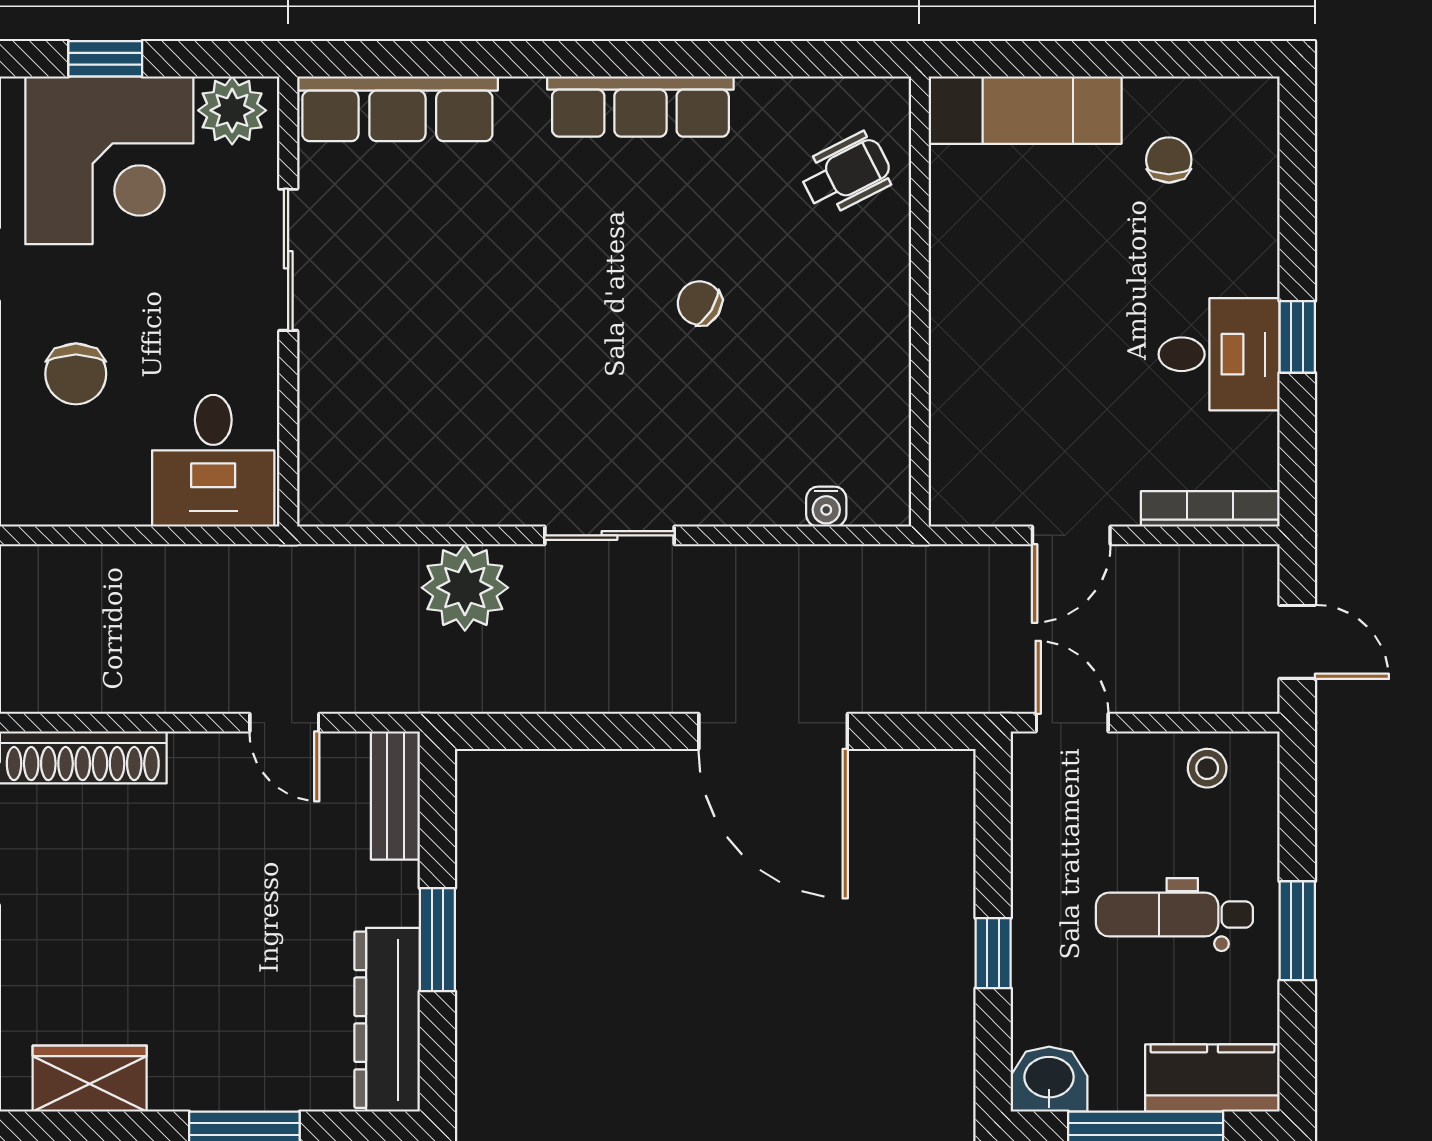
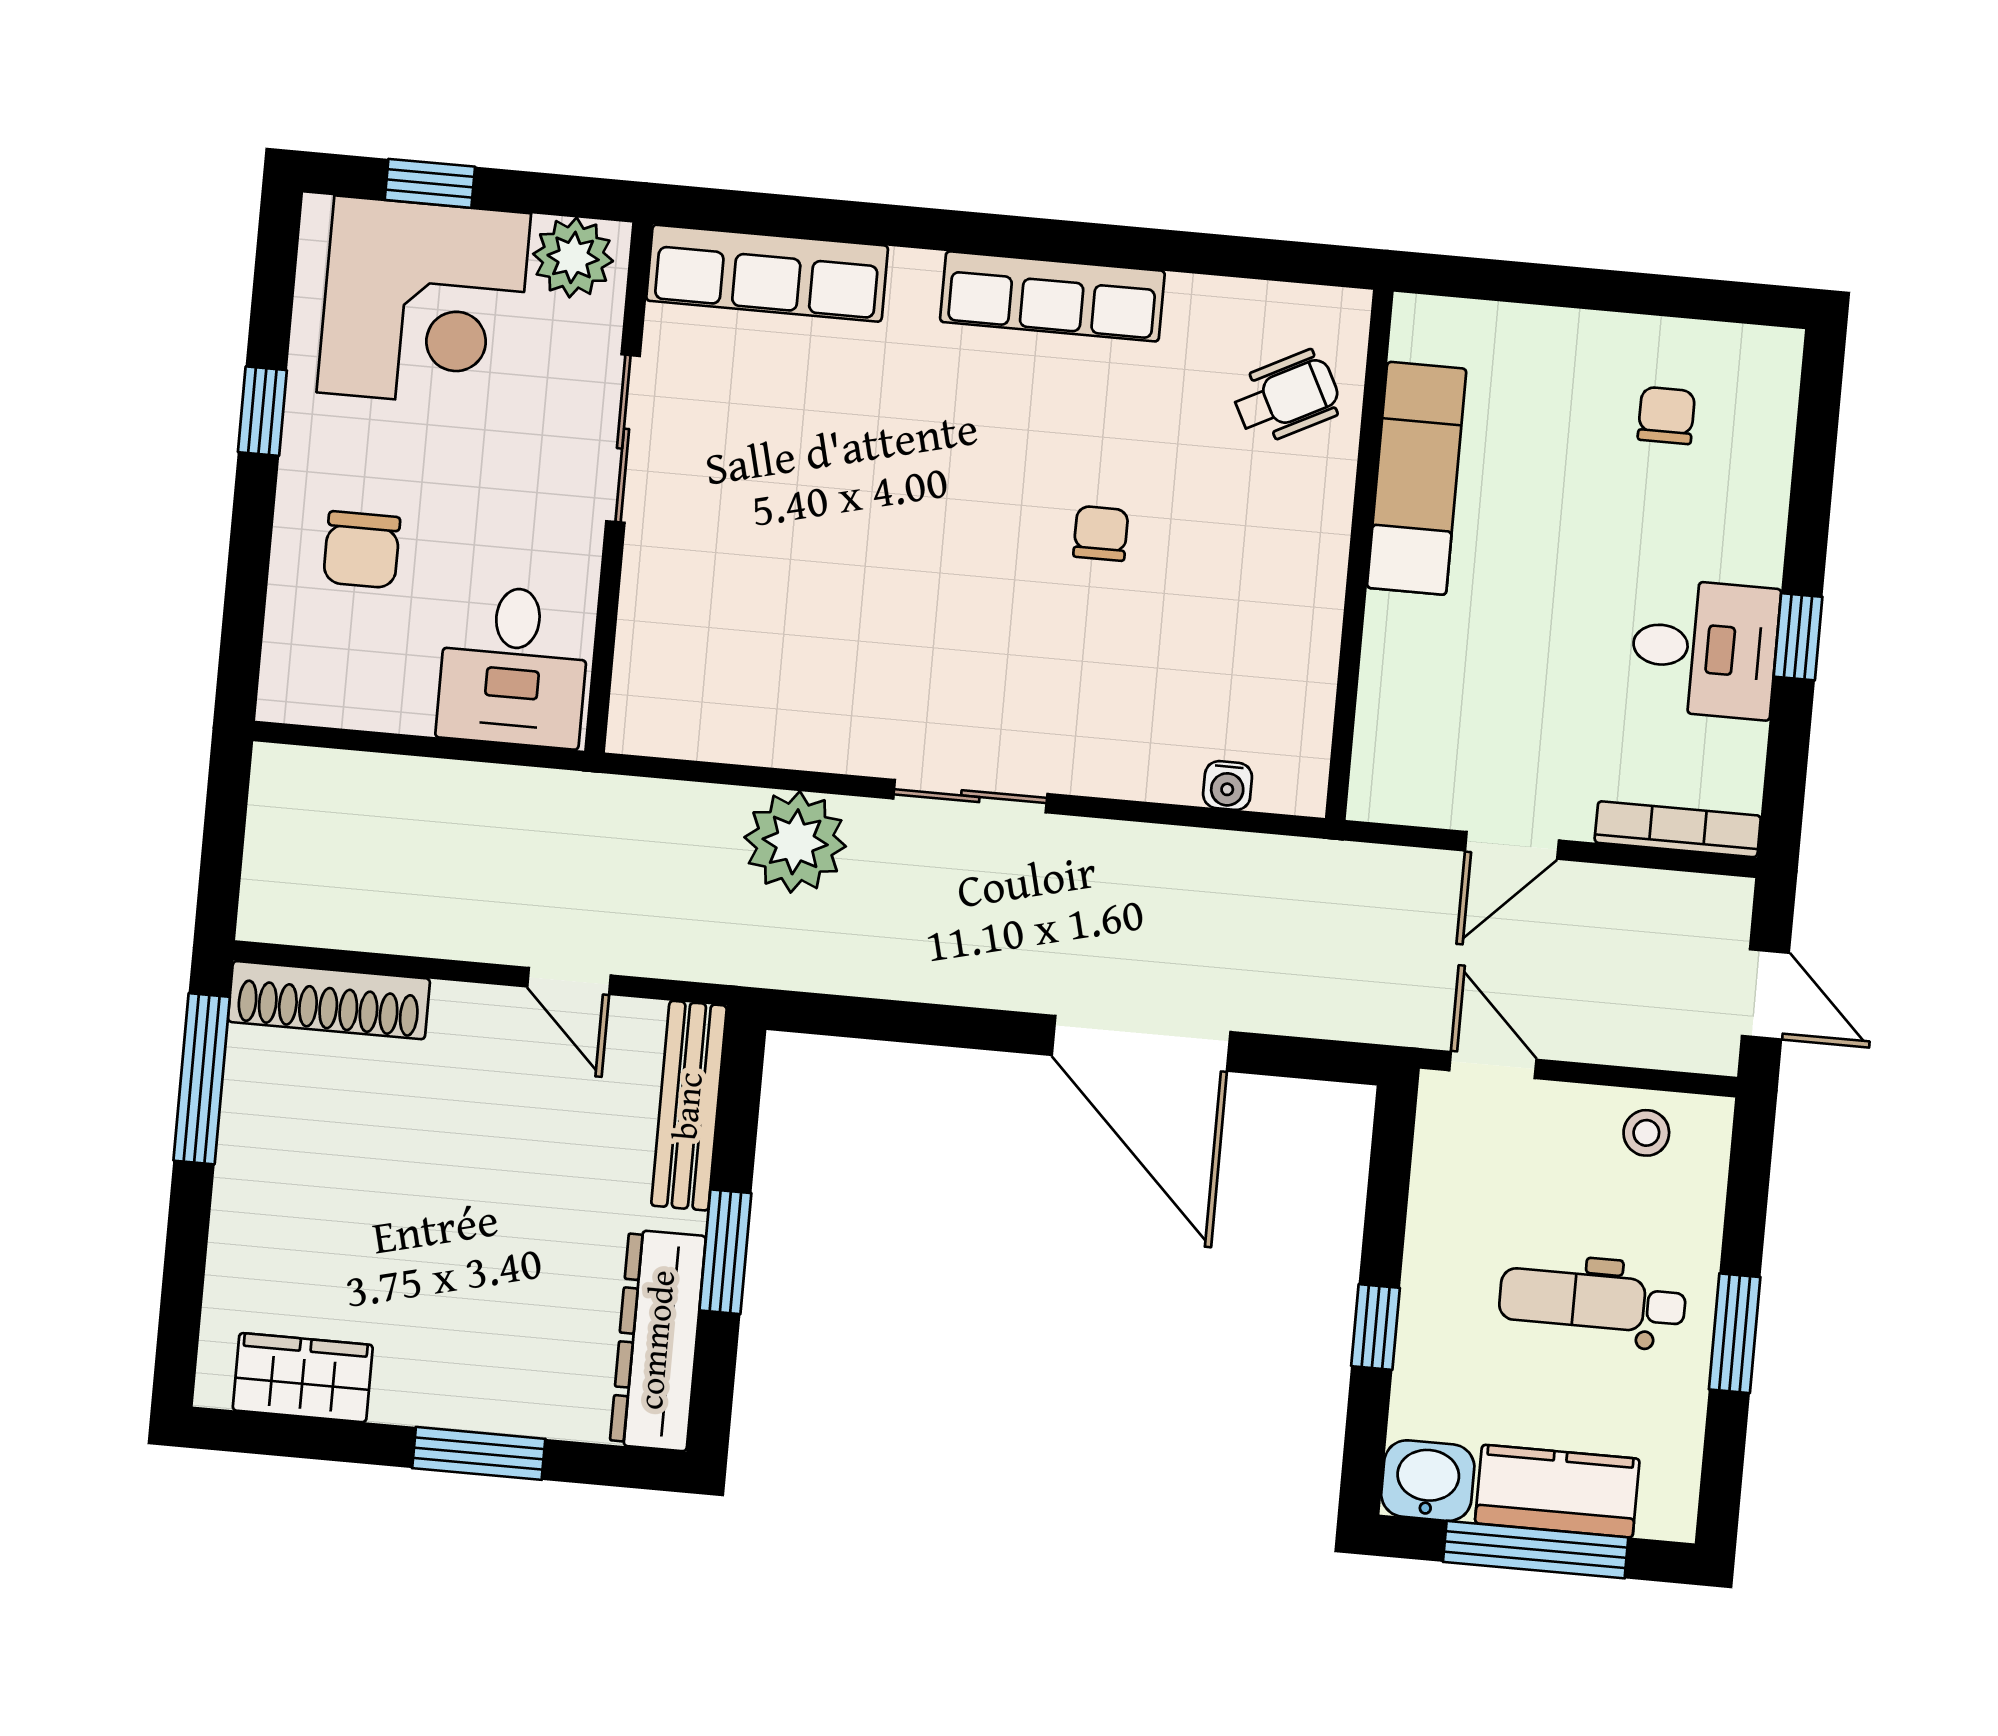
exam couch: (1025, 110) -> (1417, 478), moved, turned -90
chair: (700, 303) -> (1101, 533), turned 58
bench: (395, 796) -> (689, 1106), width x1.36
kitchen counter: (1212, 1078) -> (1557, 1491), moved

